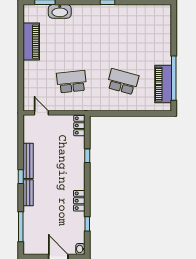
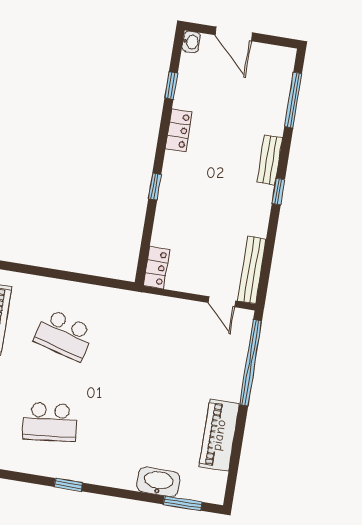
school desk: (72, 82) -> (50, 422), moved
window: (21, 83) -> (251, 363), added
window: (87, 156) -> (155, 187), moved
bench: (28, 161) -> (252, 270), moved

